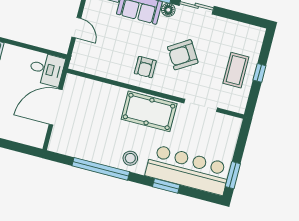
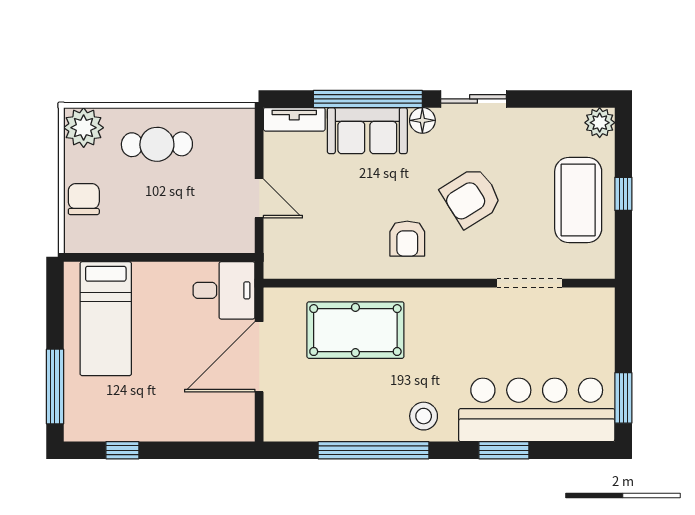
plant: (257, 34) -> (600, 123), added
coffee table: (236, 70) -> (578, 200), width x1.36, depth x1.32
pool table: (149, 111) -> (355, 330), moved

